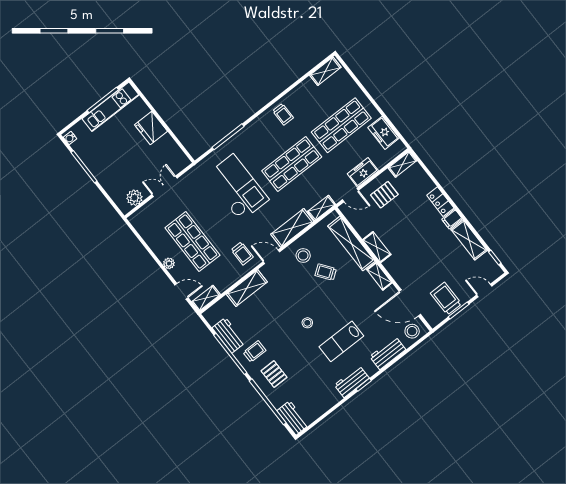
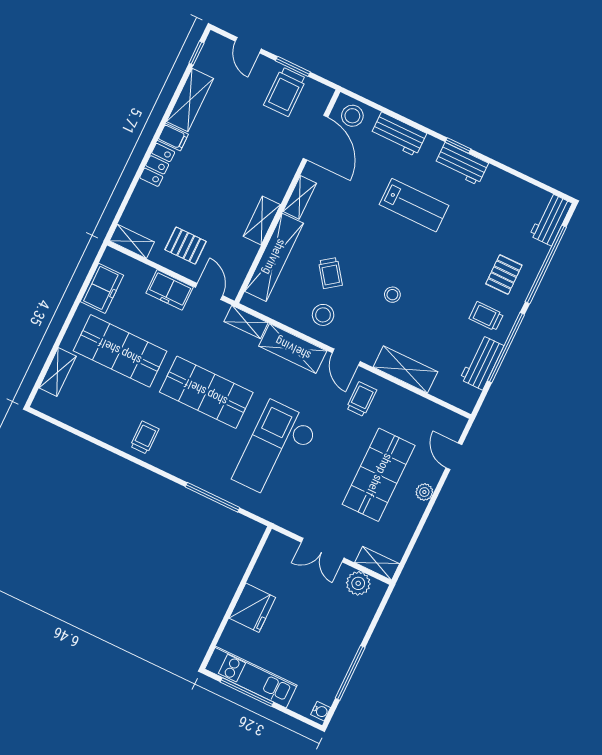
shelving: (325, 71) -> (58, 372), moved, turned 90
shelving: (206, 298) -> (377, 563), moved
stool: (307, 323) -> (392, 295), moved

